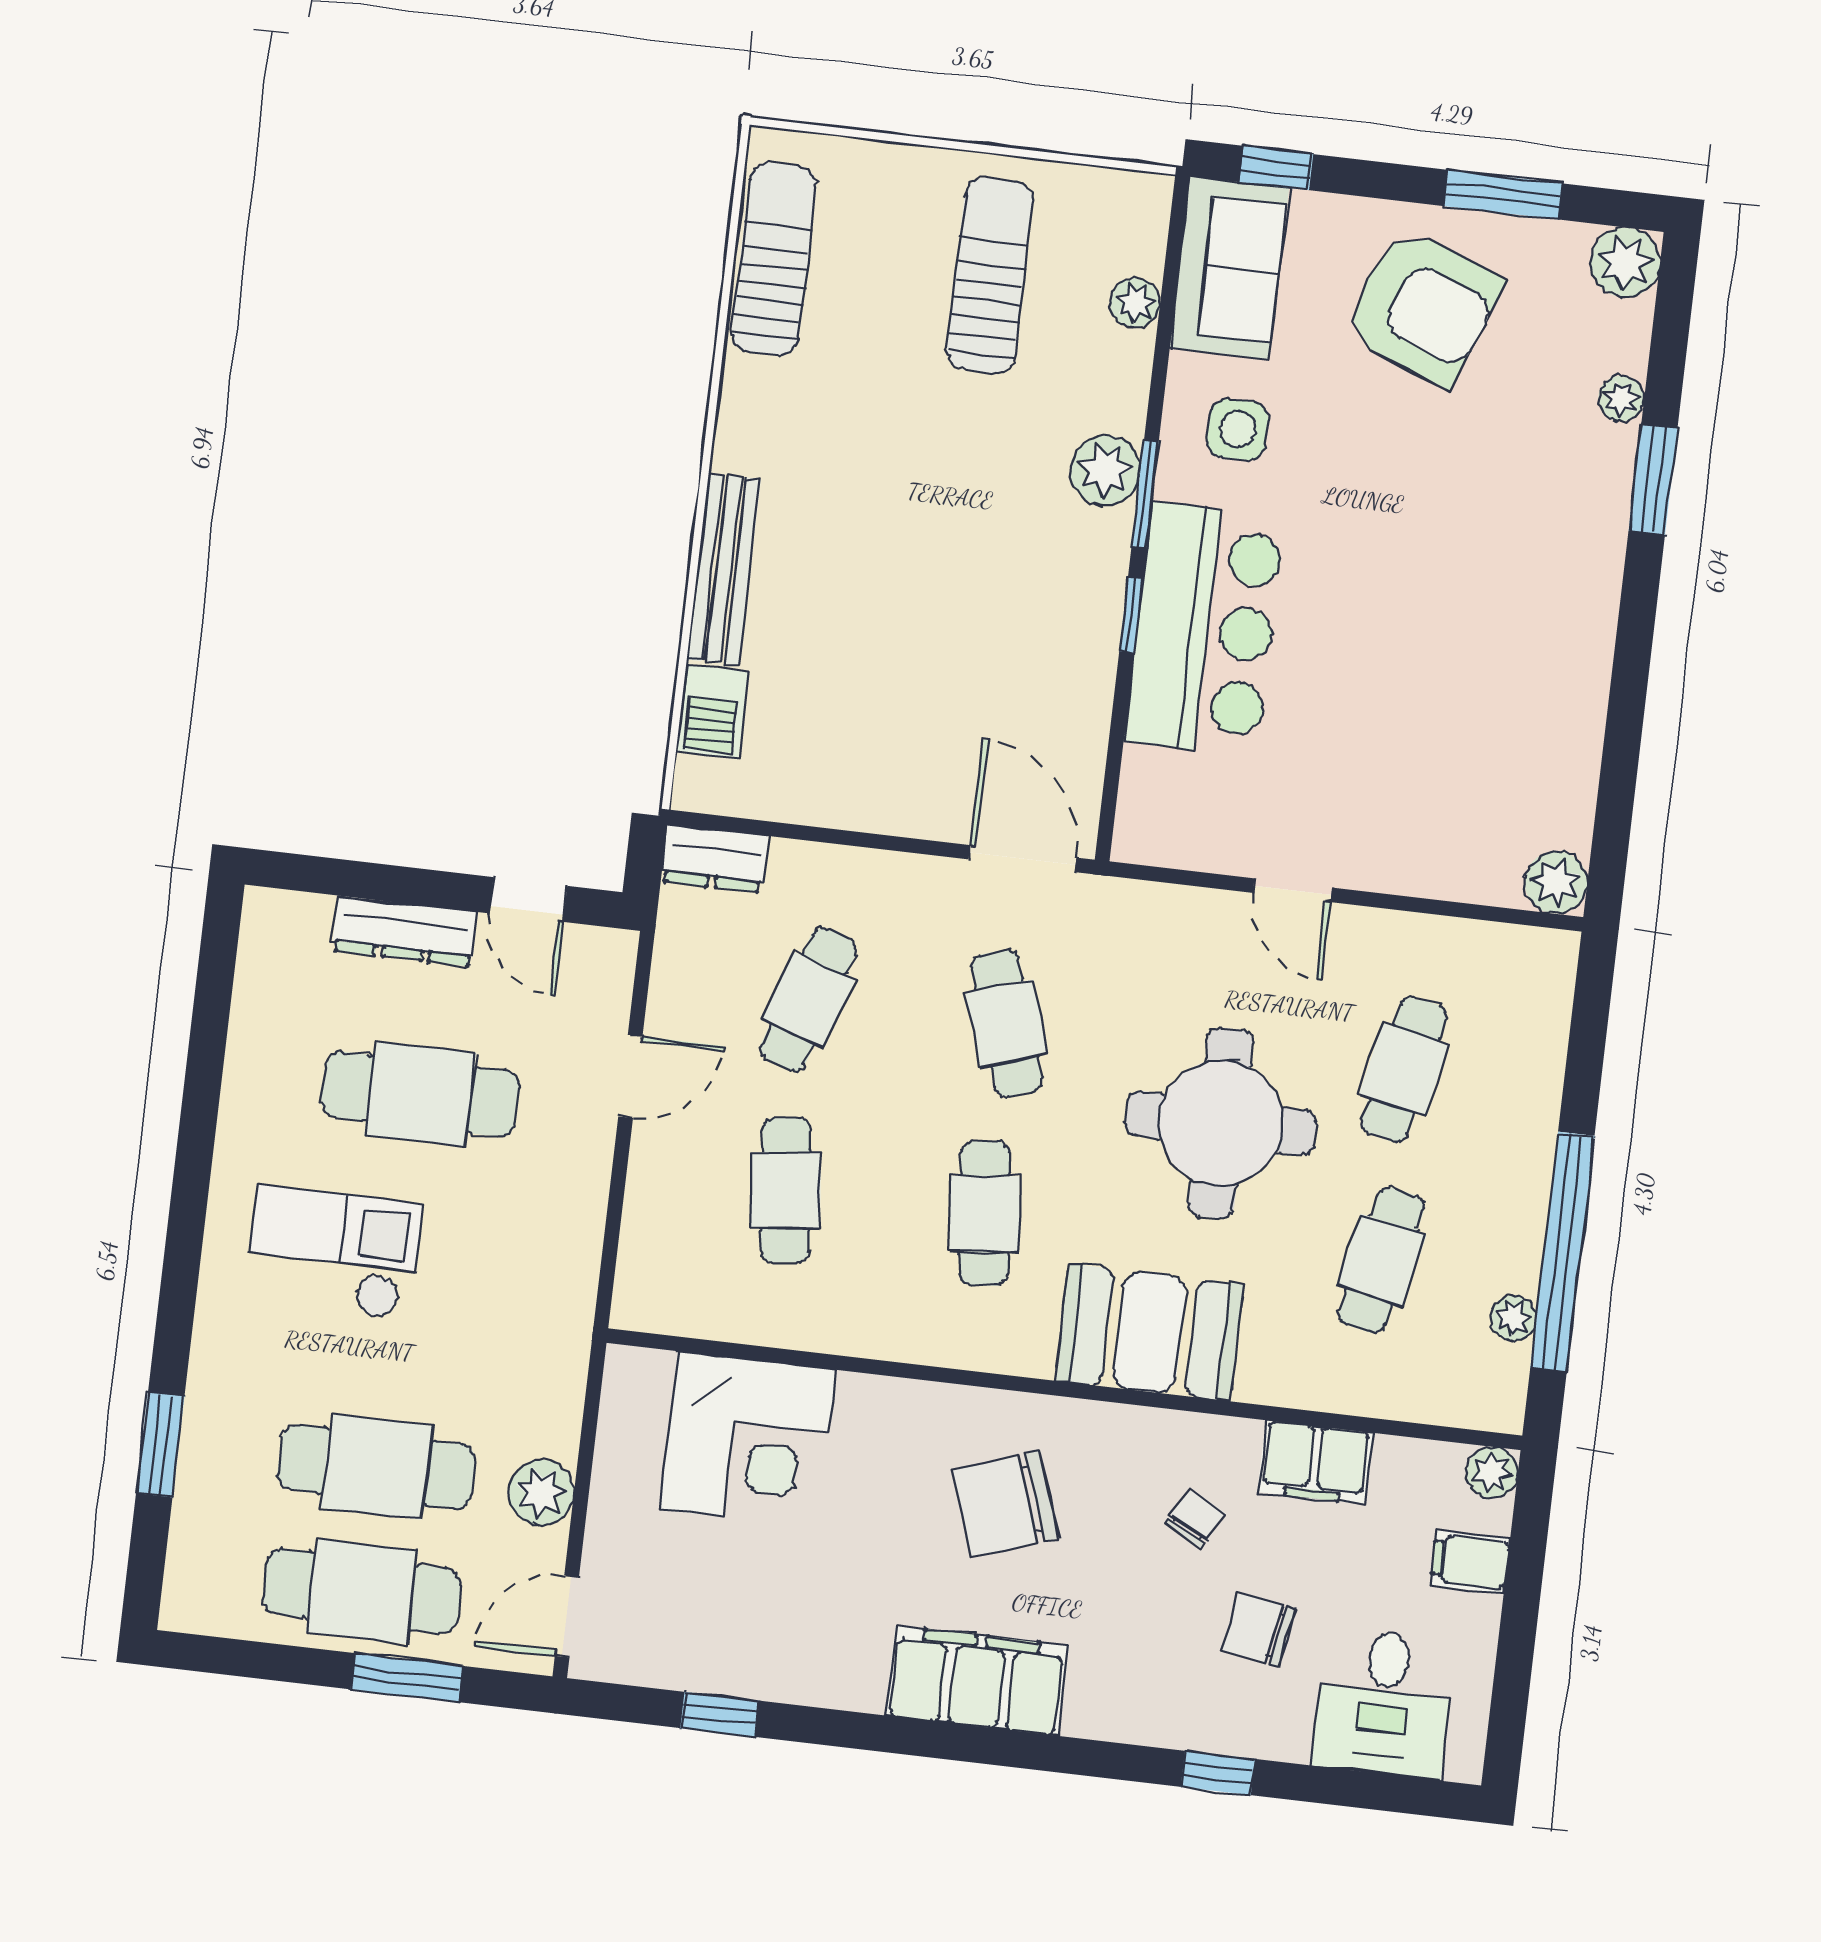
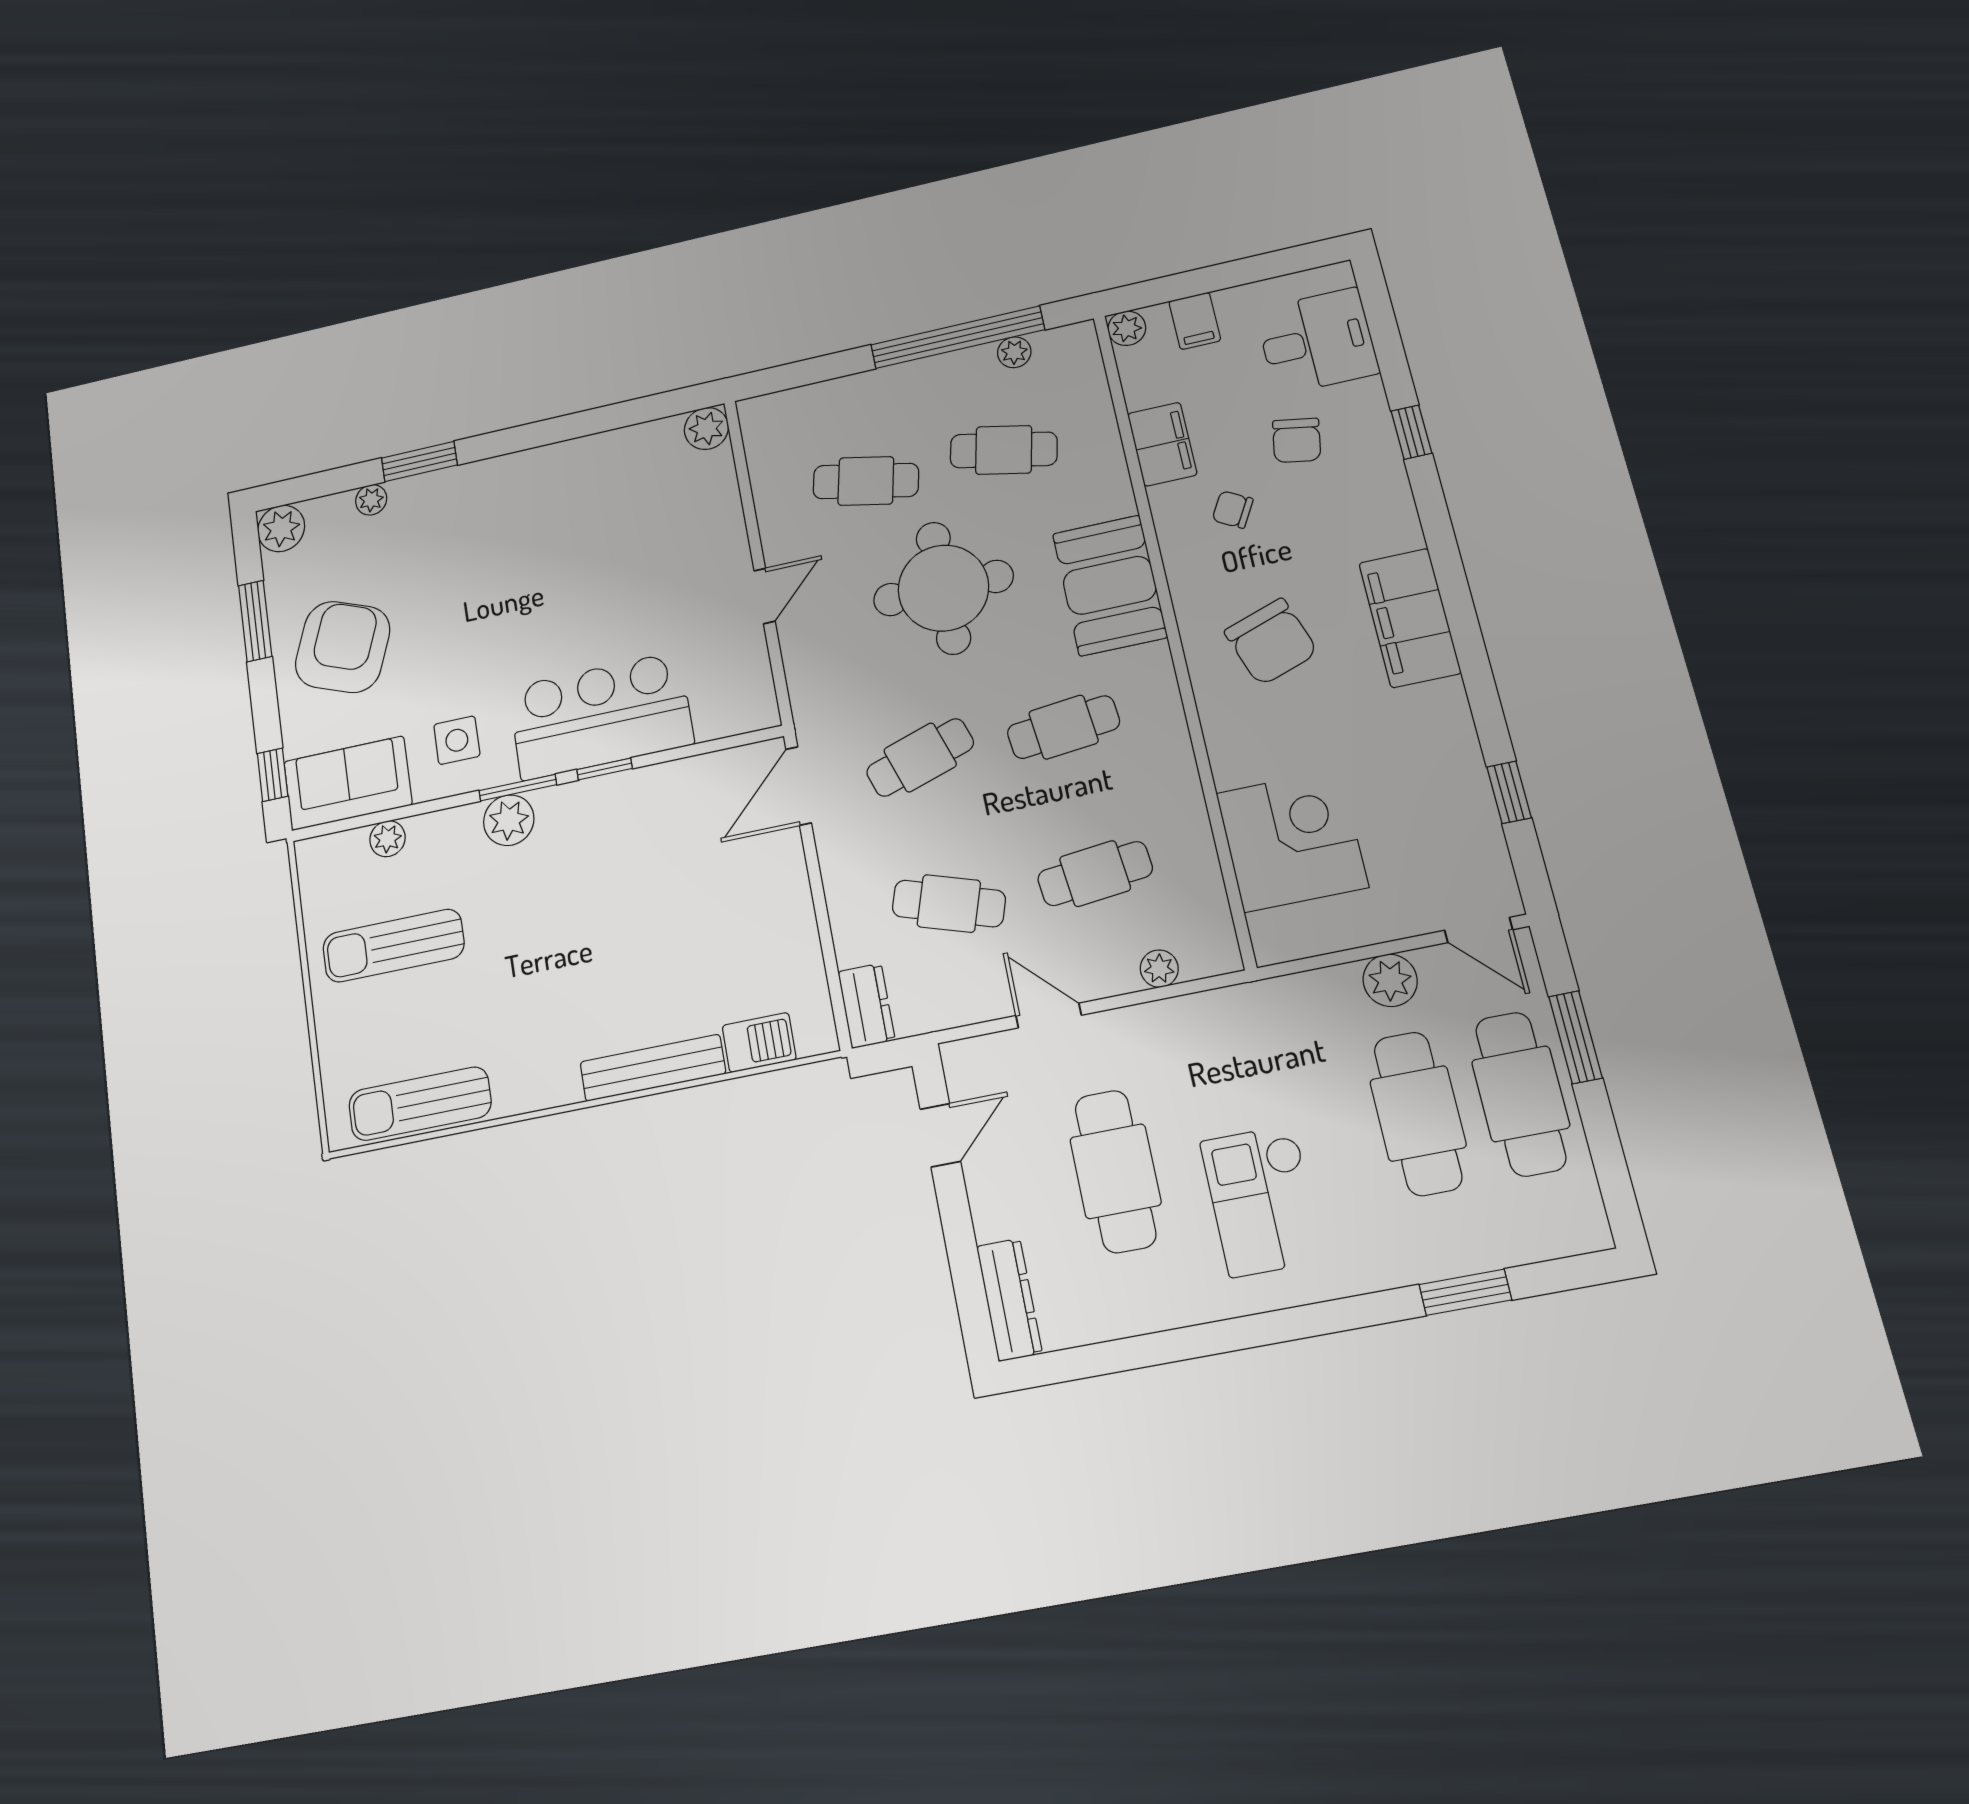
dresser: (405, 931) -> (1009, 1300), moved
plant: (644, 1228) -> (1159, 969), added

